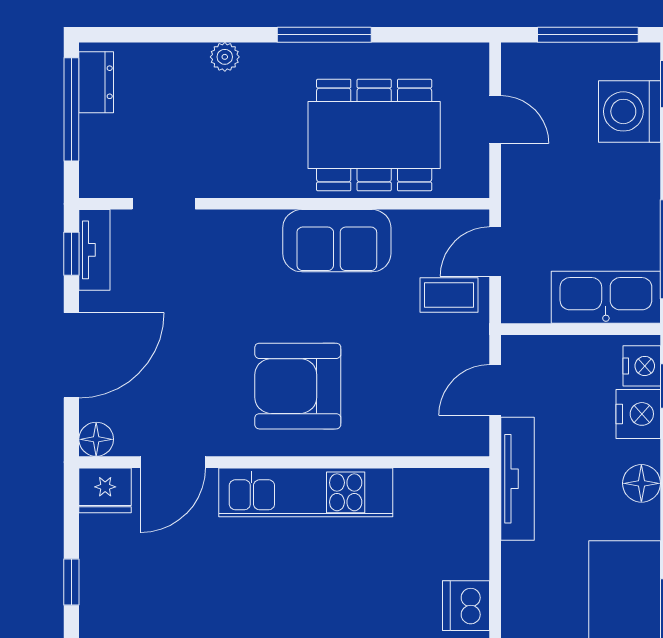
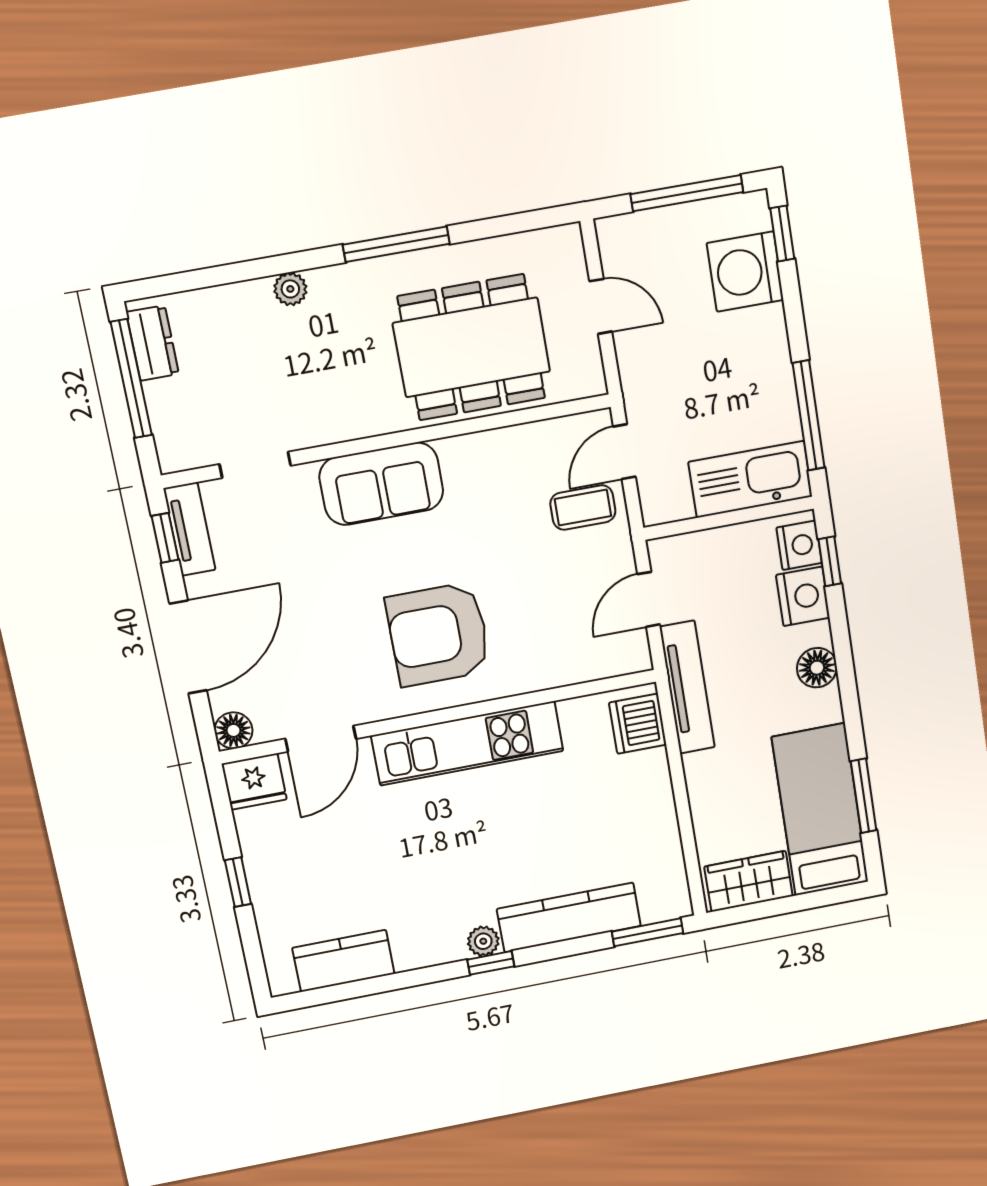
sofa: (337, 241) -> (381, 484), moved
dishwasher: (466, 606) -> (638, 724), moved

